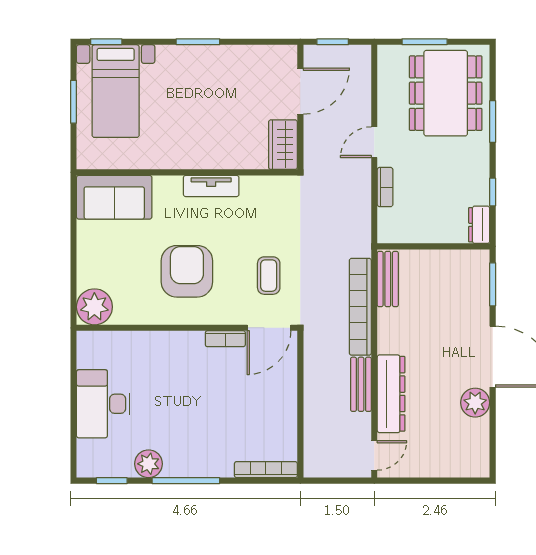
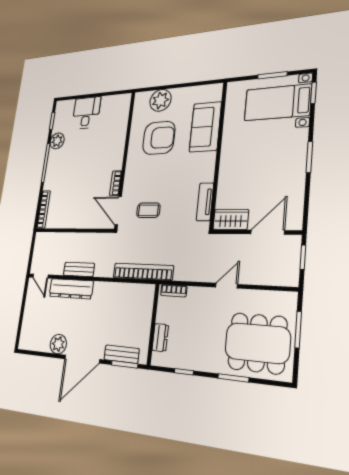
door: (300, 91) -> (268, 232), swing flipped
door: (374, 142) -> (227, 286), hinge flipped
tv unit: (211, 186) -> (205, 202), moved
bookcase: (385, 187) -> (174, 291), moved
sofa: (114, 197) -> (205, 127), moved
dresser: (479, 225) -> (160, 338), moved, turned 90
armchair: (187, 271) -> (159, 138), moved
bench: (388, 279) -> (122, 354), moved
plant: (94, 307) -> (160, 100), moved
bookcase: (360, 307) -> (143, 272), moved
desk: (103, 404) -> (86, 113), width x0.73

